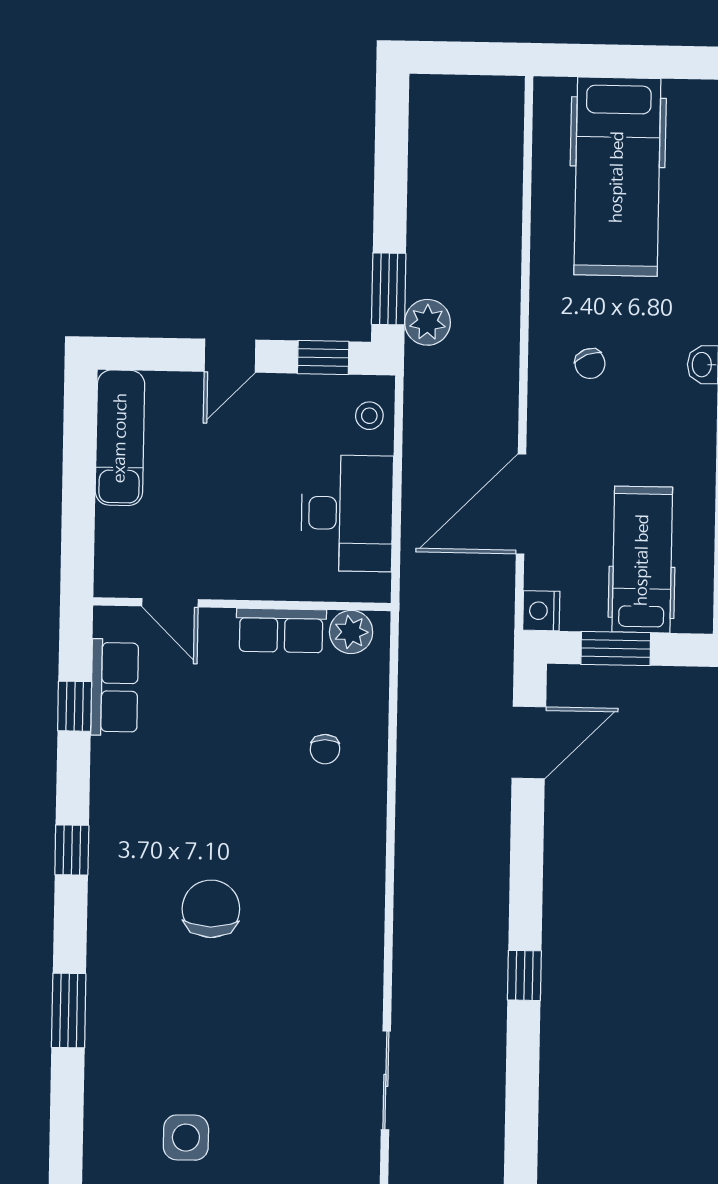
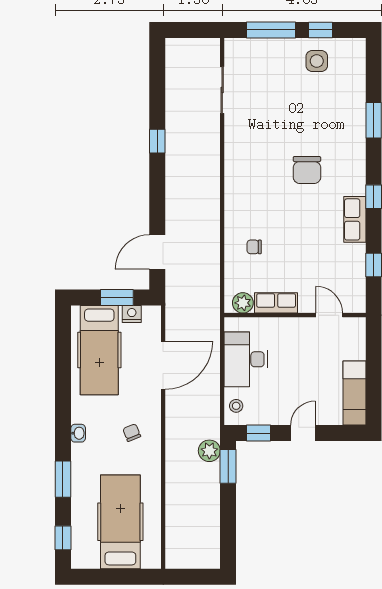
hospital bed: (642, 560) -> (99, 350), width x1.37, depth x1.29
nightstand: (541, 611) -> (132, 314), moved, turned -90
row of seats: (115, 687) -> (355, 219), moved
chair: (325, 749) -> (254, 247), turned -90

